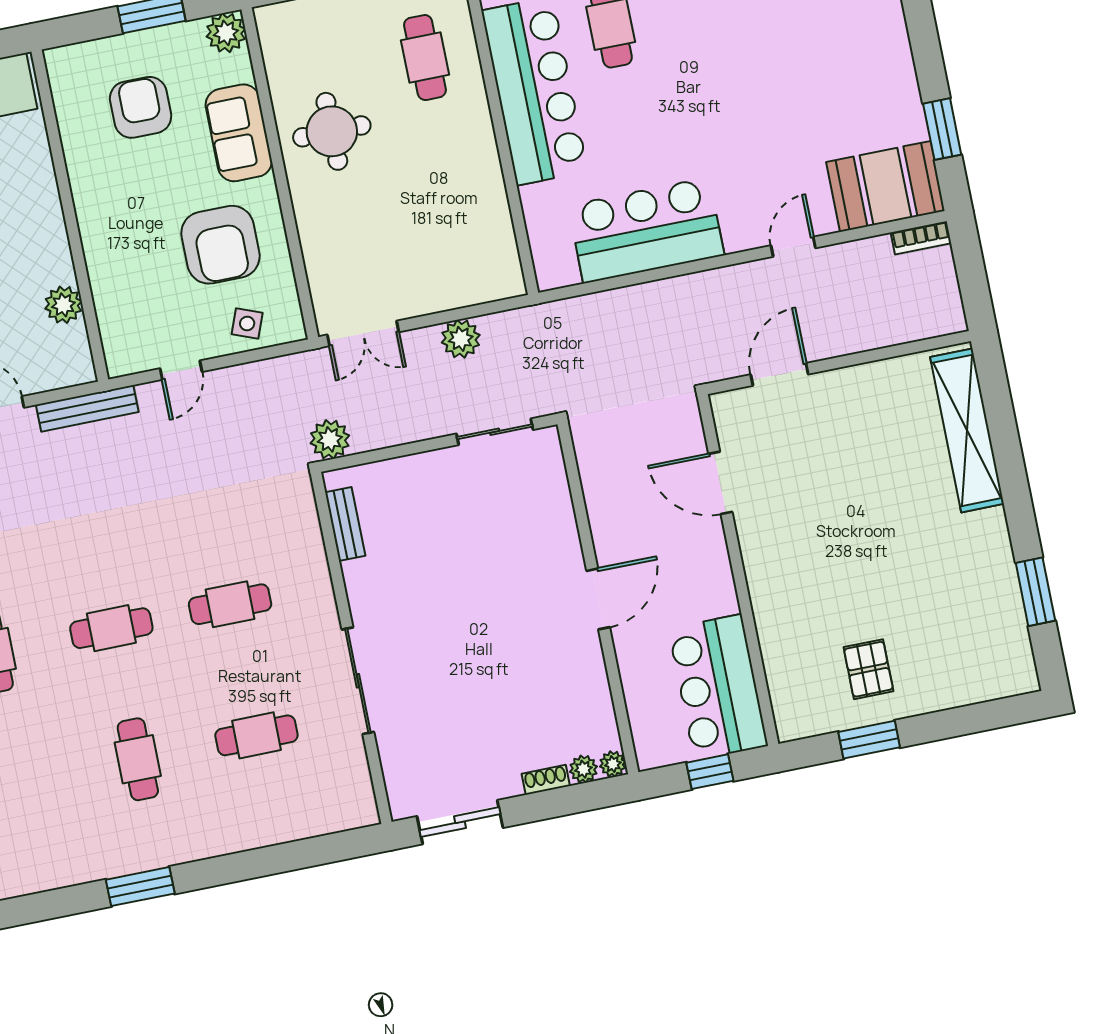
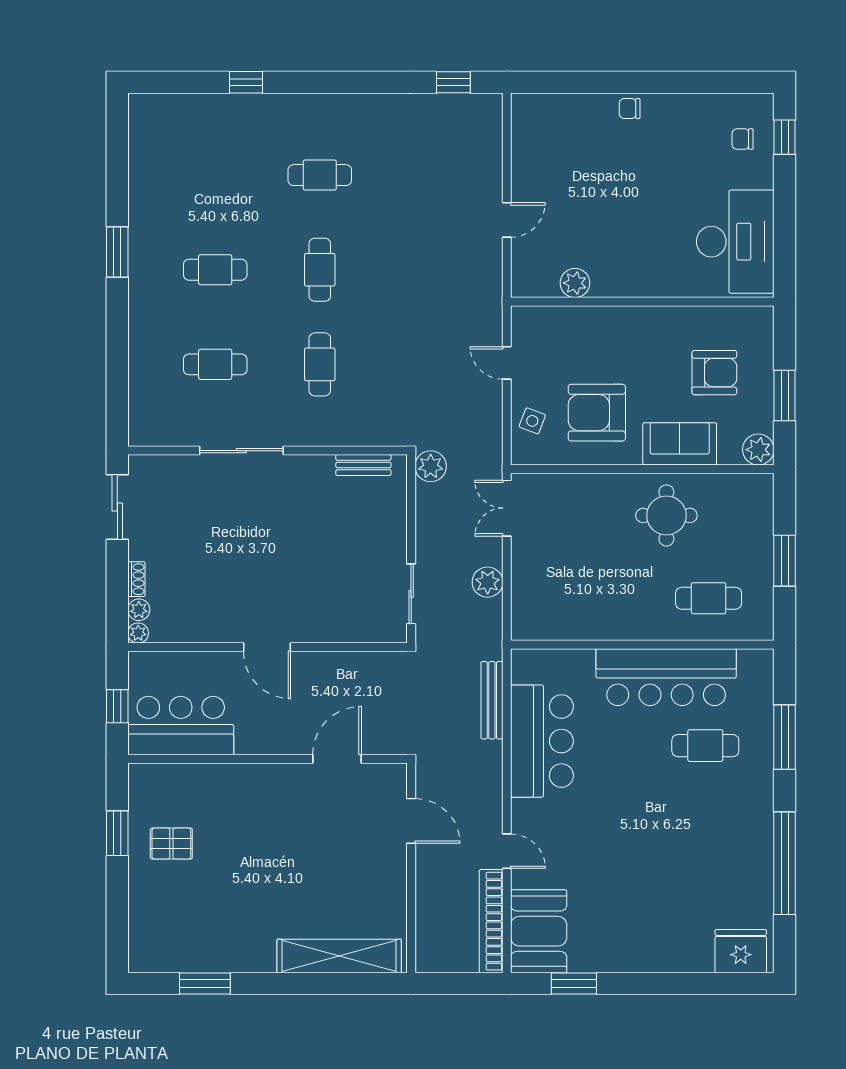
bookcase: (921, 238) -> (491, 921), width x2.31, depth x1.31
bench: (87, 408) -> (492, 700), moved
cafe table: (256, 735) -> (215, 364), turned 90

